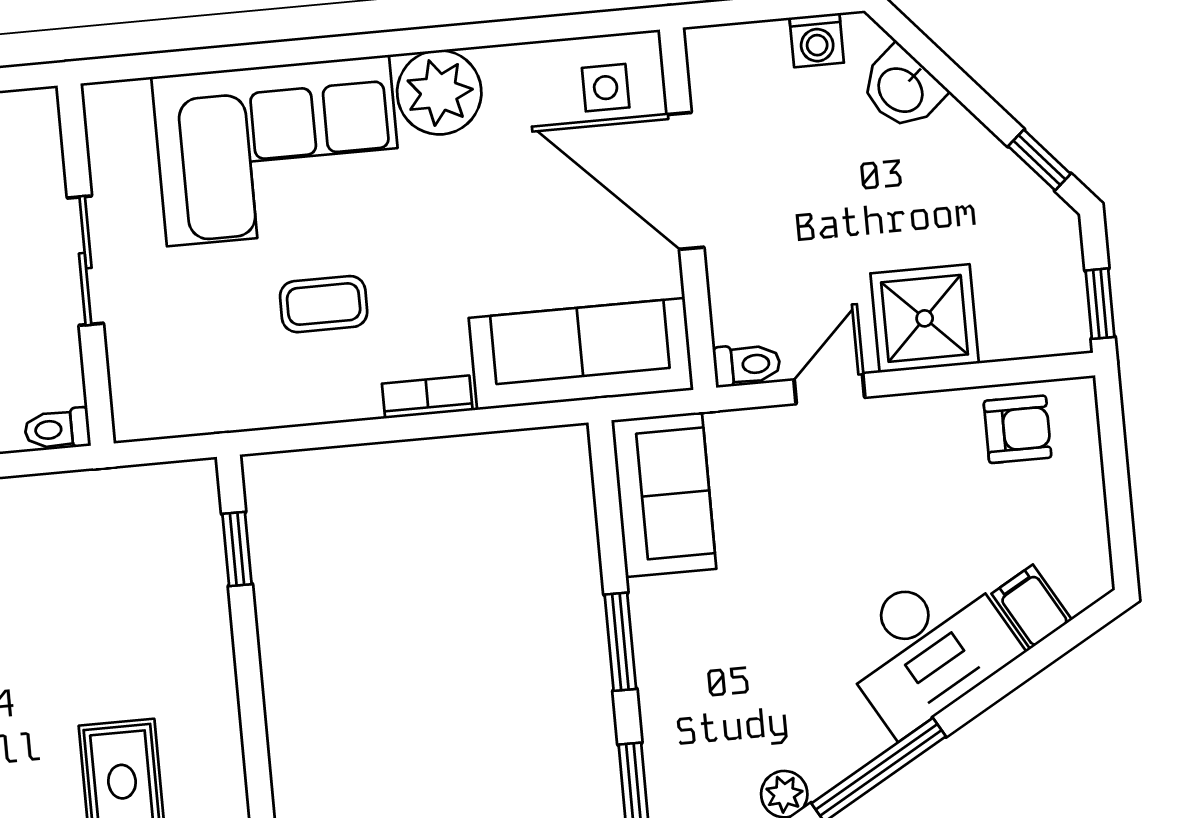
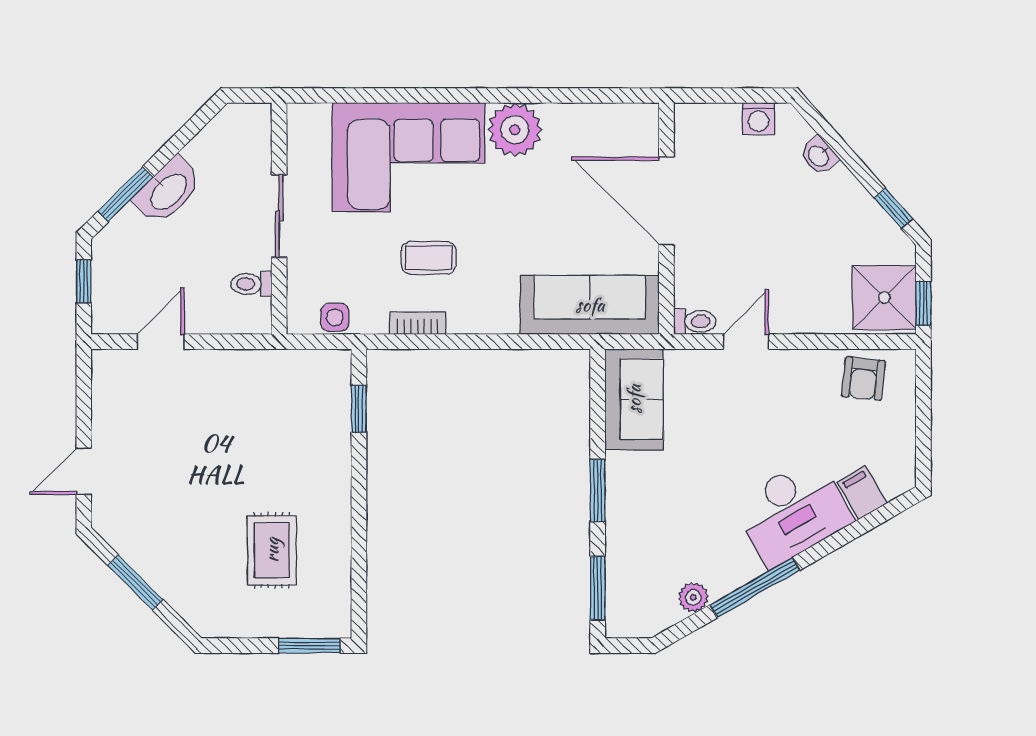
side table: (606, 88) -> (335, 317), moved
washbasin: (902, 89) -> (819, 156), width x0.72, depth x0.69
shower: (925, 318) -> (884, 297), moved
bookcase: (427, 397) -> (418, 323), moved
toilet: (57, 429) -> (251, 284), moved
armchair: (1018, 429) -> (863, 379), turned 96

